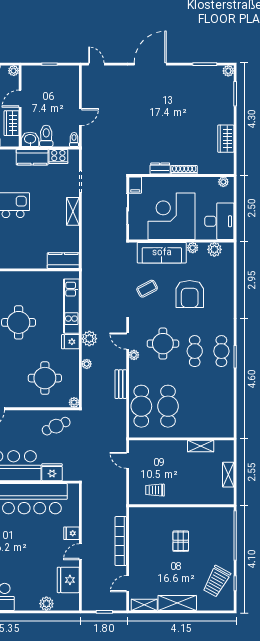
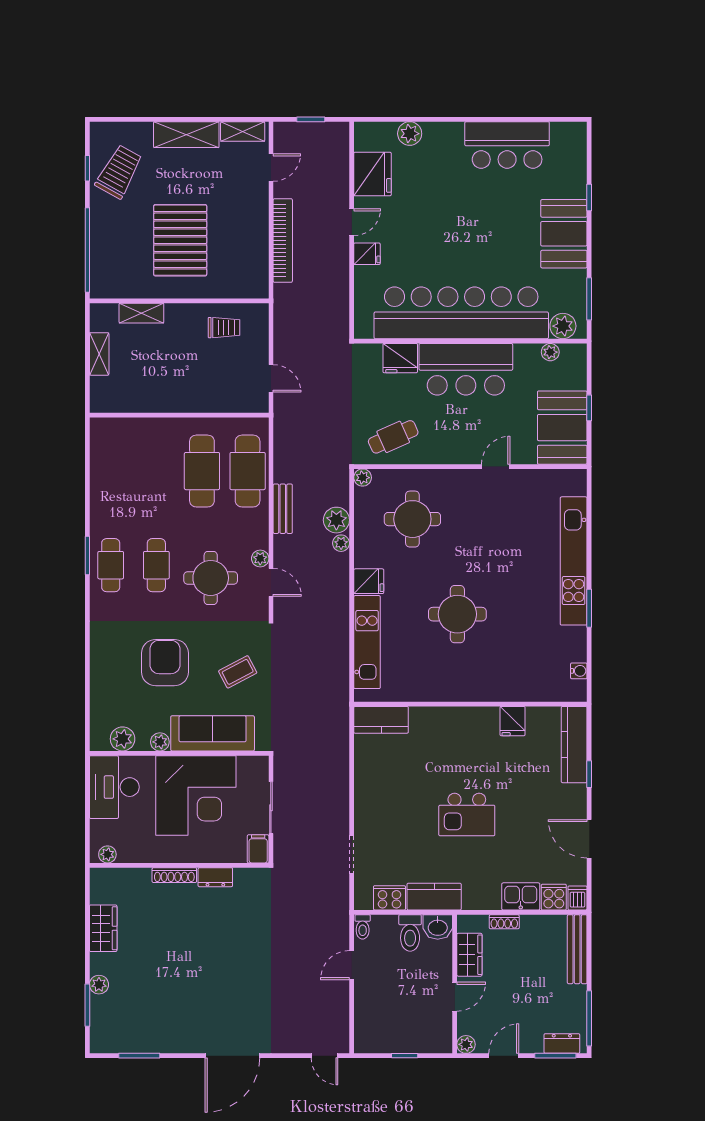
plant: (228, 71) -> (99, 985), moved
shelving: (73, 211) -> (365, 804), removed
plant: (89, 339) -> (336, 520), moved
shelving: (201, 446) -> (141, 313), moved
pallet: (181, 541) -> (180, 240), width x2.05, depth x2.00

